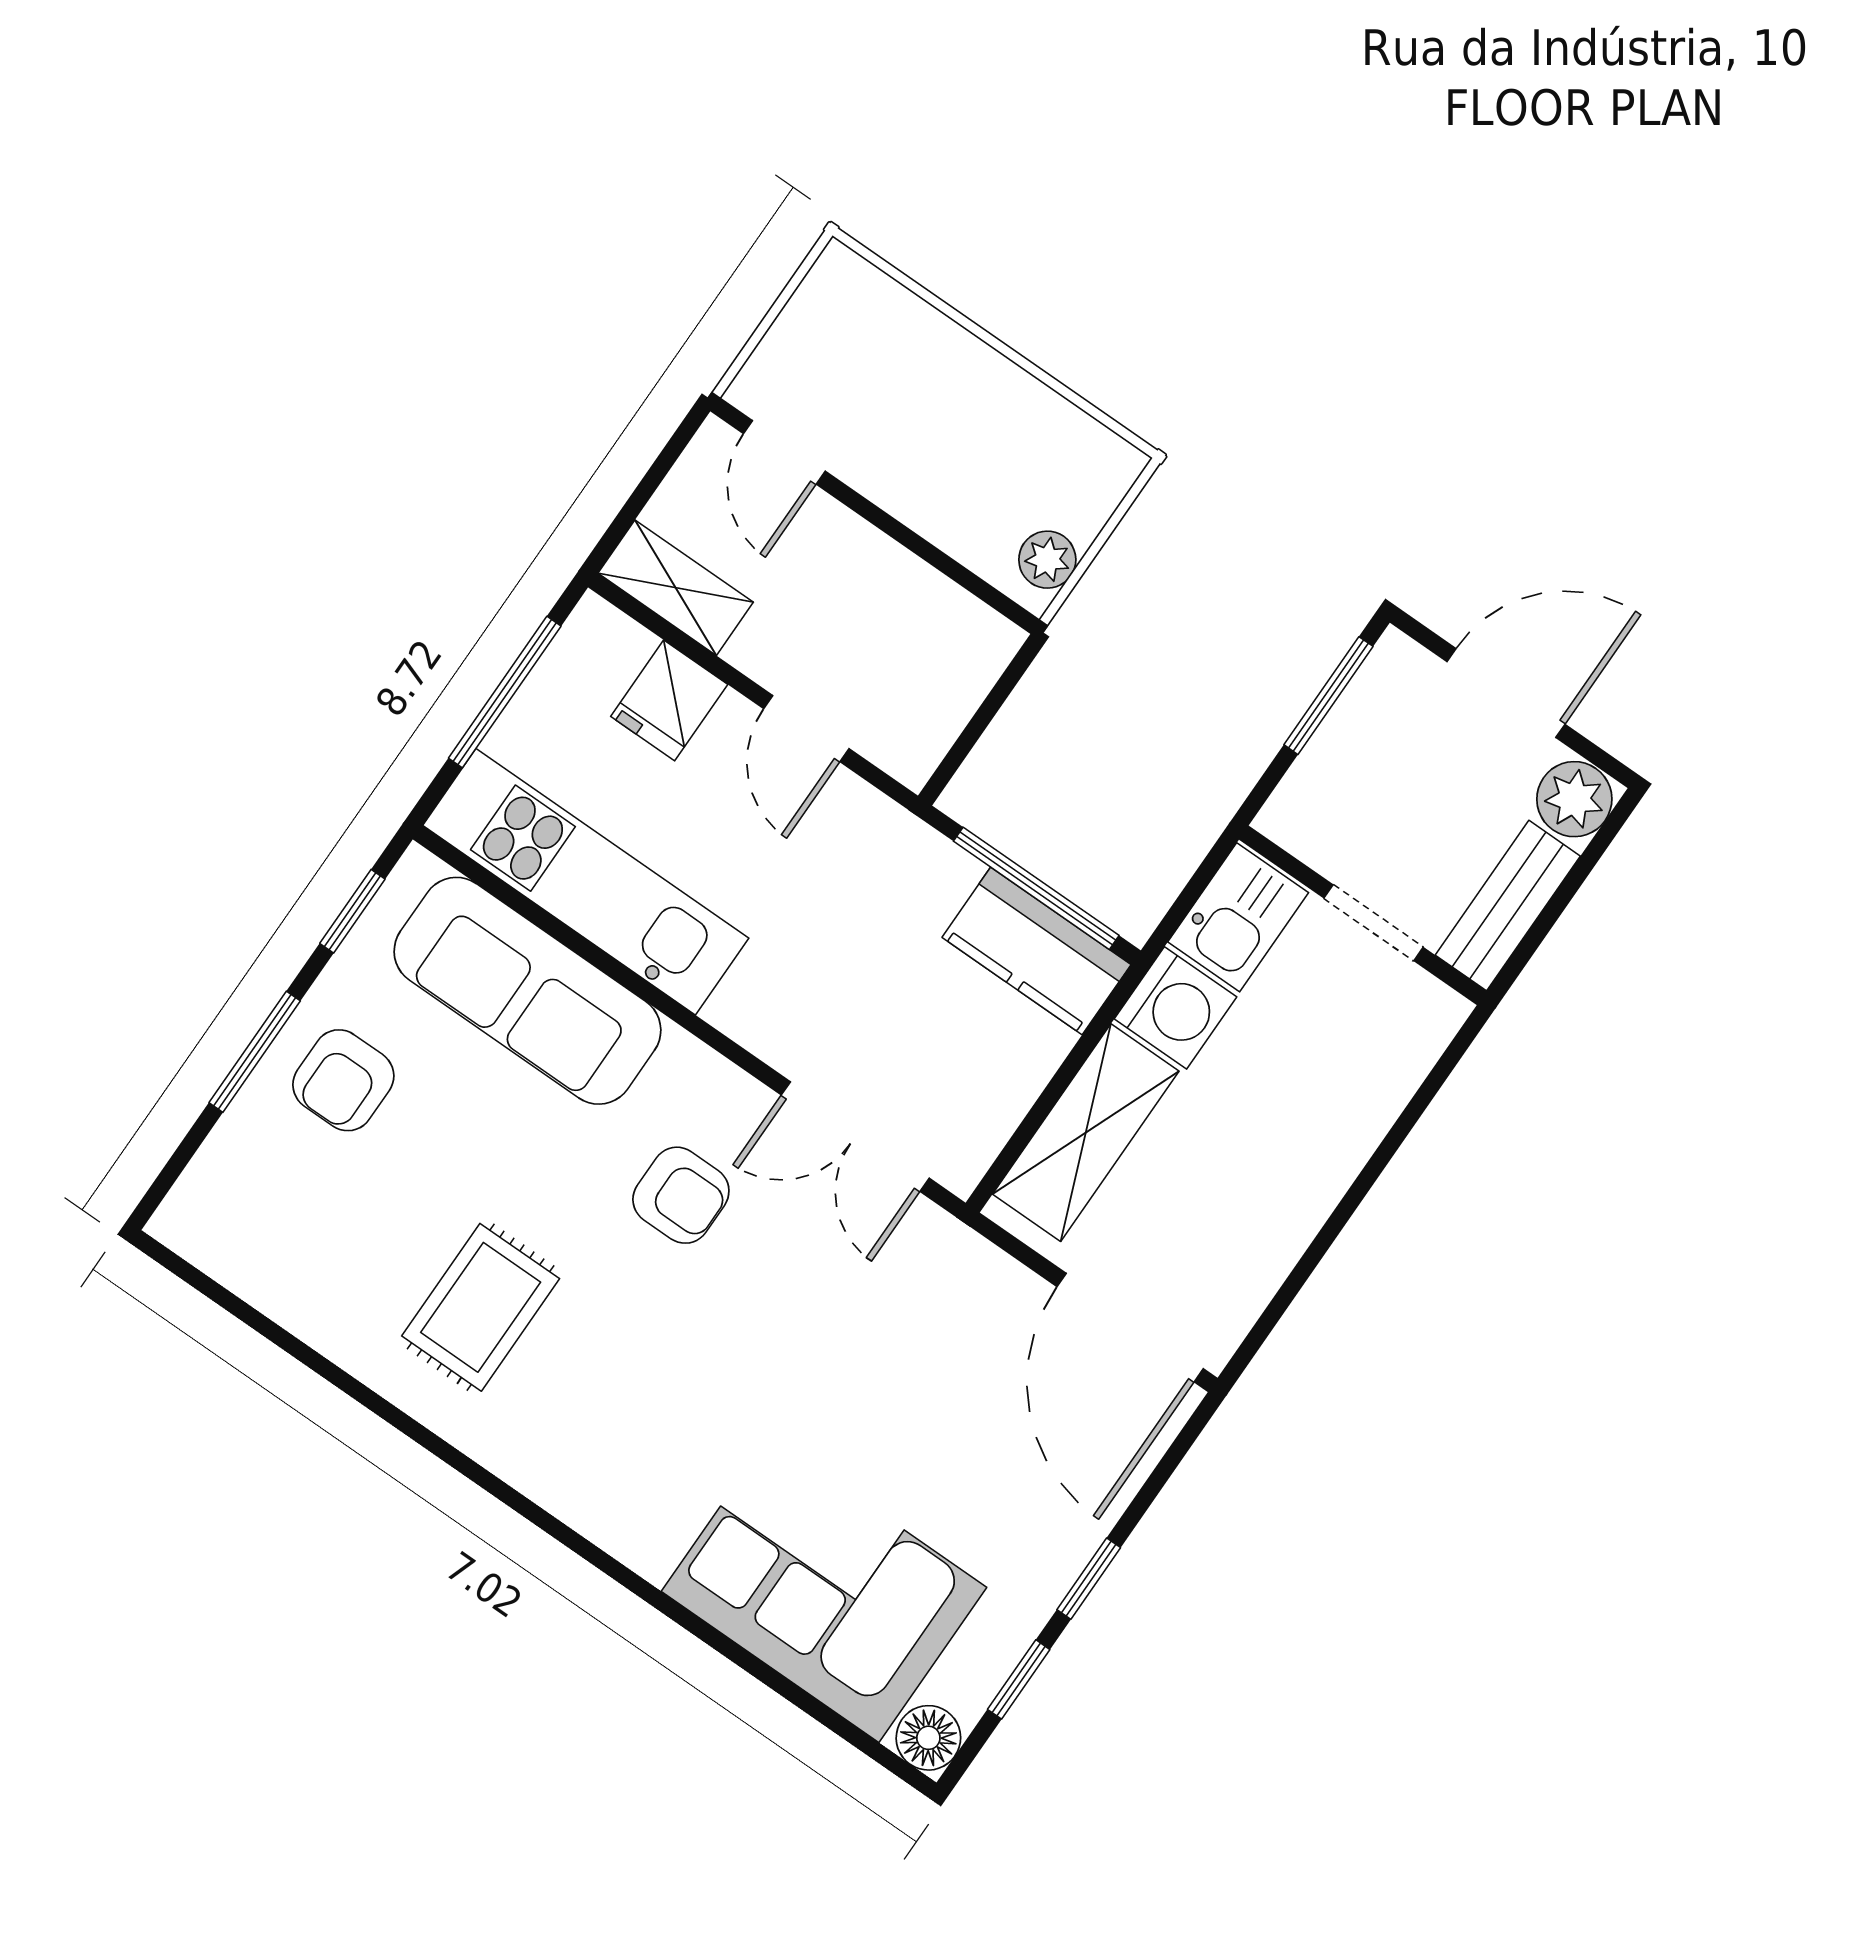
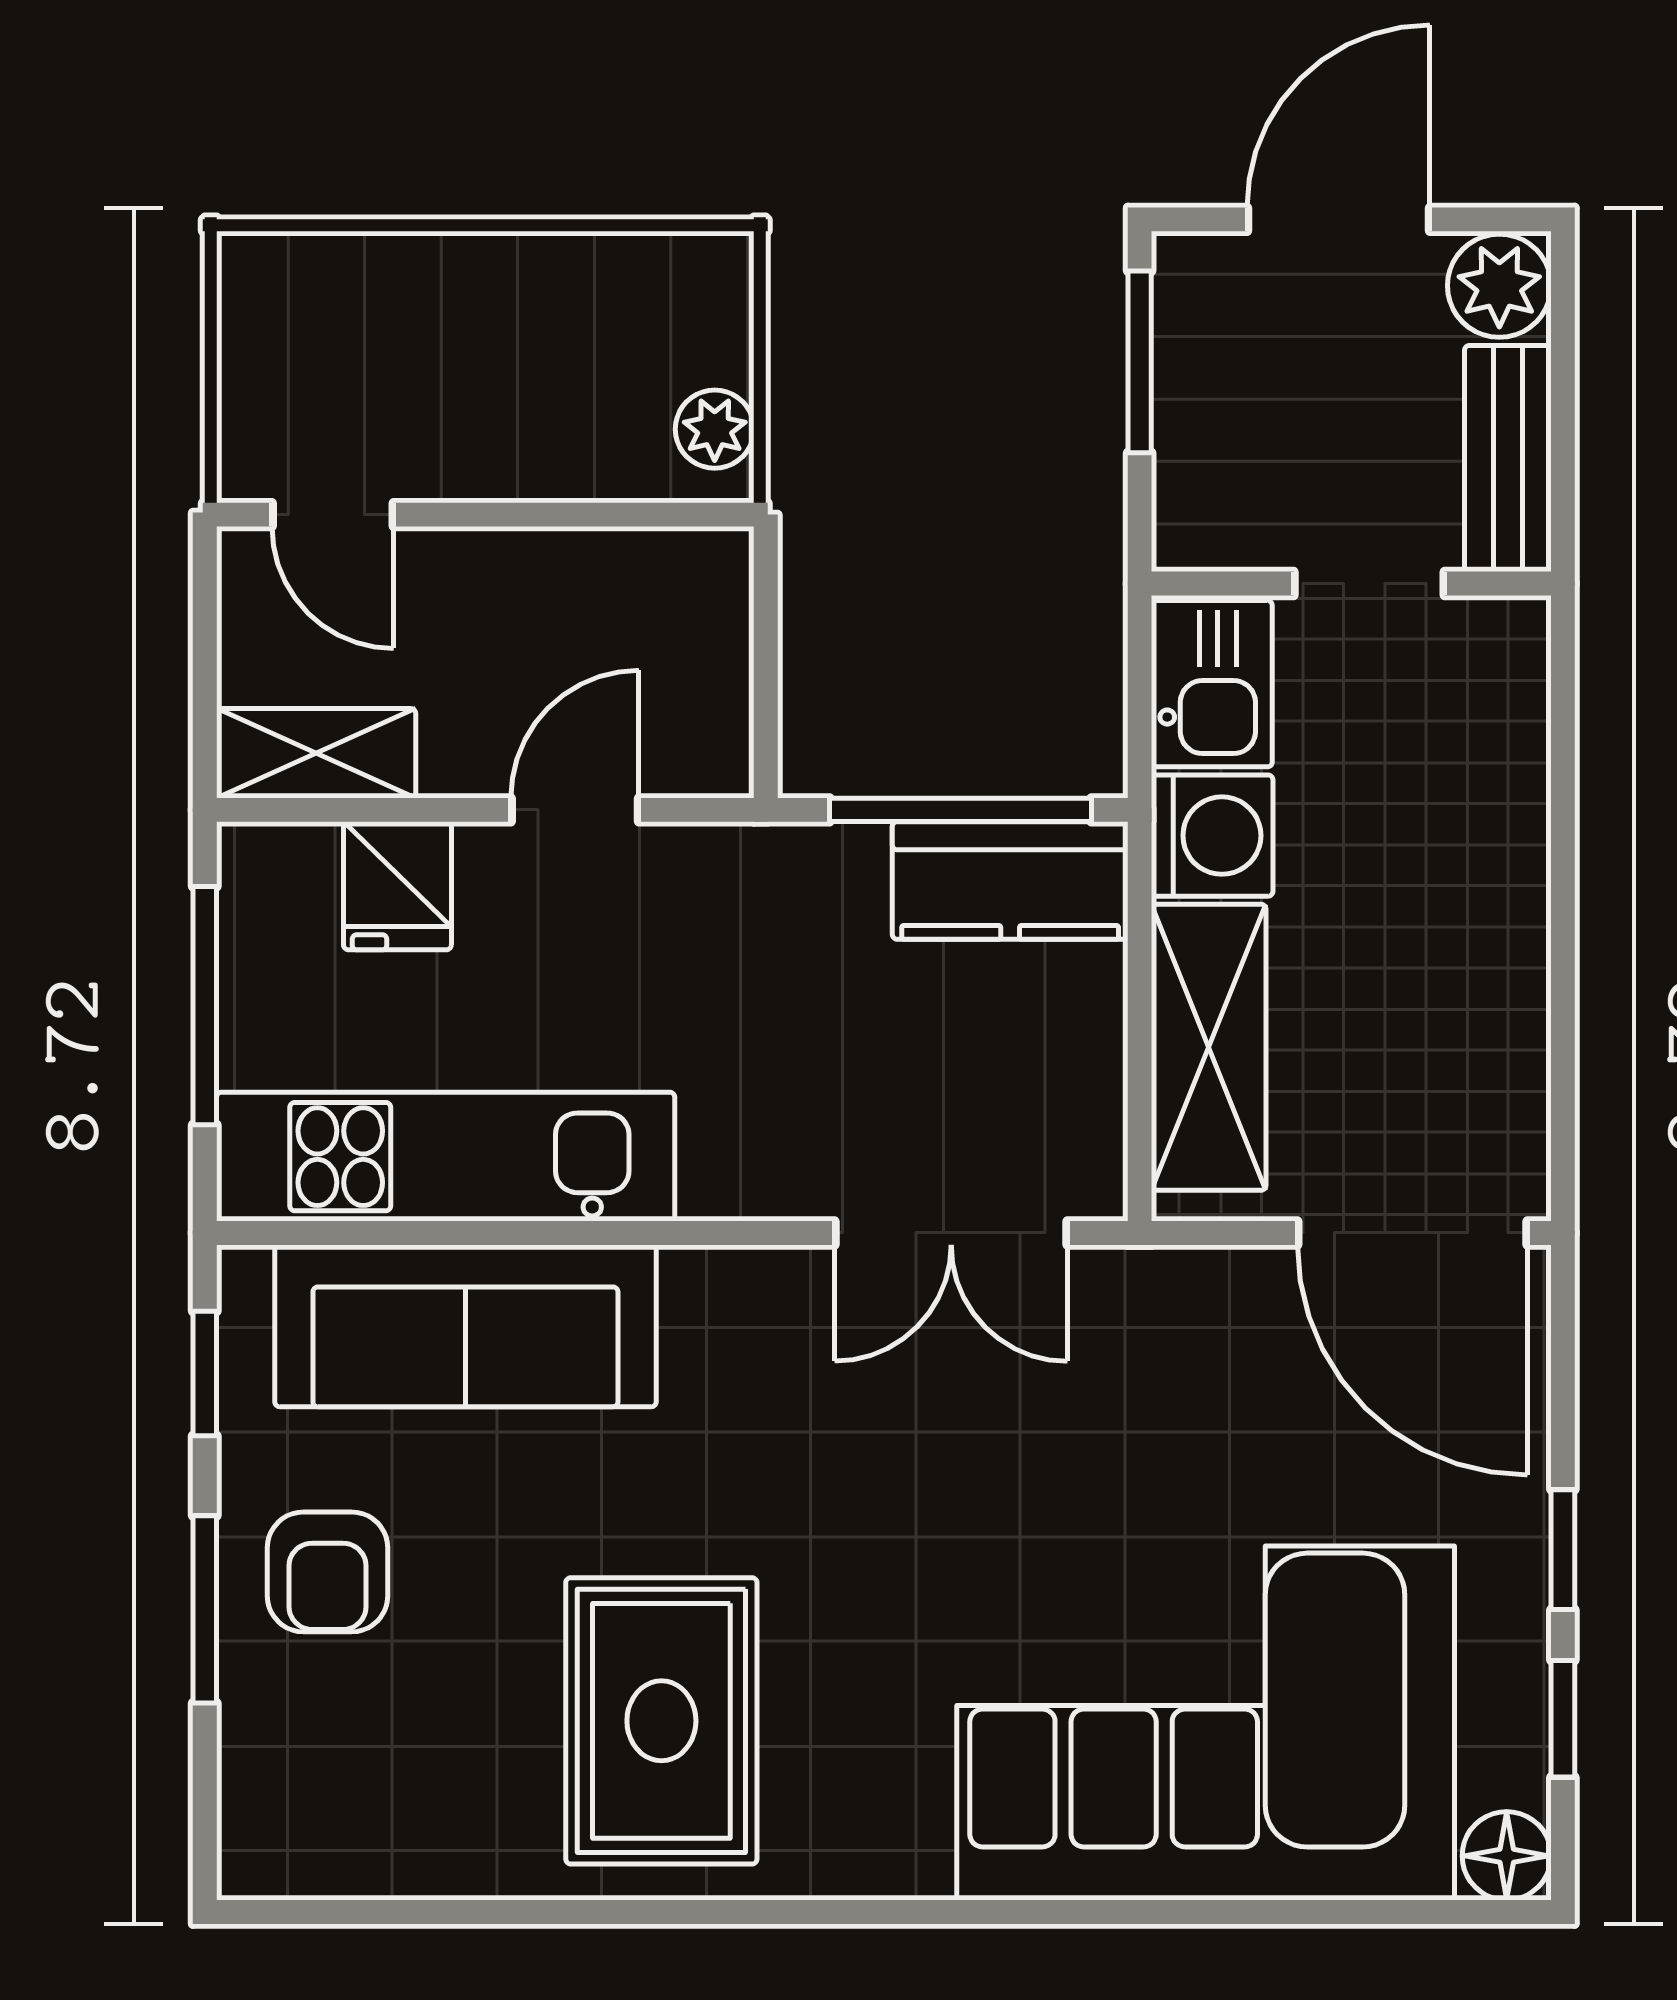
door: (806, 729) -> (575, 810), swing flipped
armchair: (681, 1195) -> (800, 1436), removed
rug: (481, 1307) -> (661, 1721), width x1.36, depth x1.43
corner sofa: (824, 1589) -> (1206, 1723), width x1.36, depth x1.36

